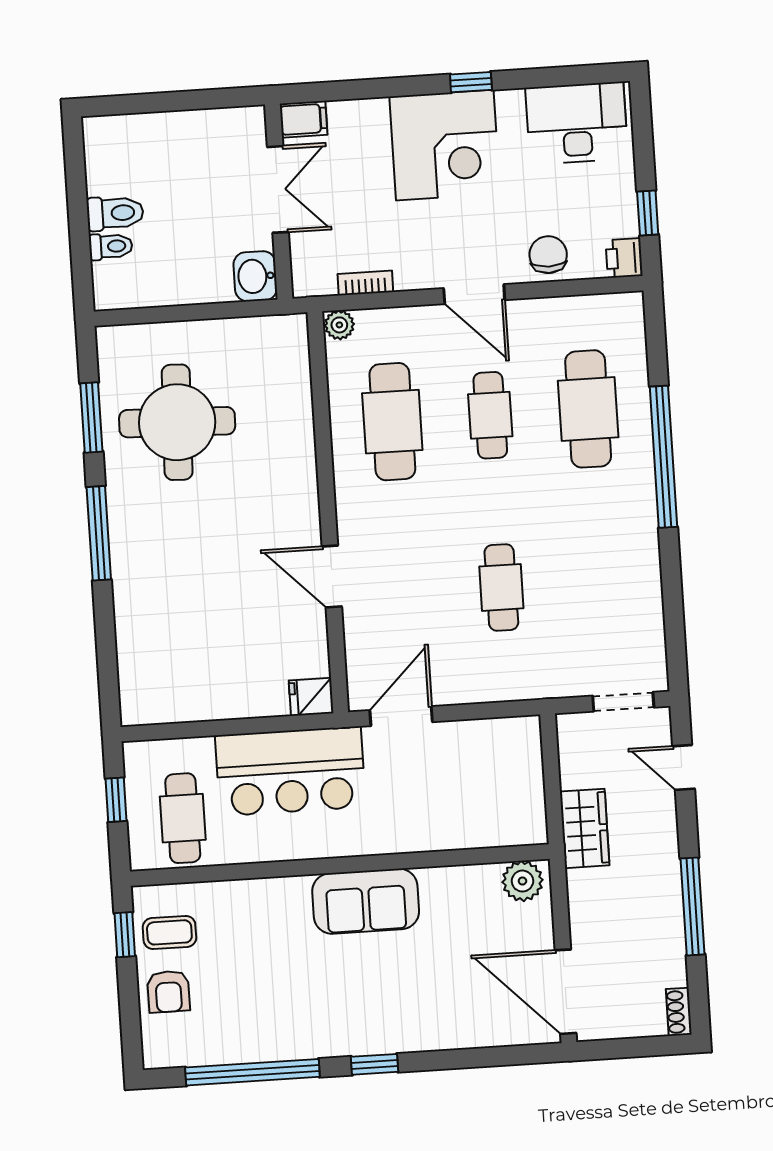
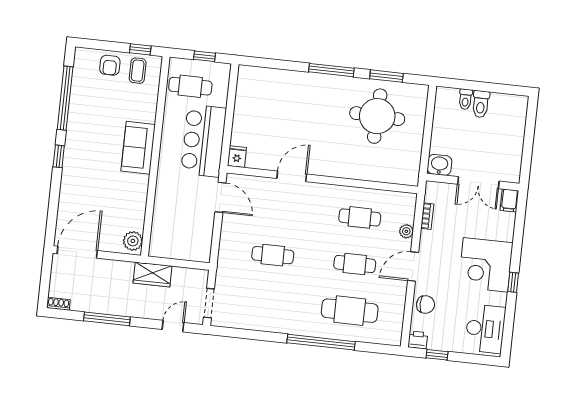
plant: (339, 325) -> (406, 231), moved
cafe table: (392, 422) -> (360, 217), width x0.73, depth x0.74
sofa: (366, 901) -> (138, 148), moved
armchair: (169, 992) -> (110, 65), turned -90

